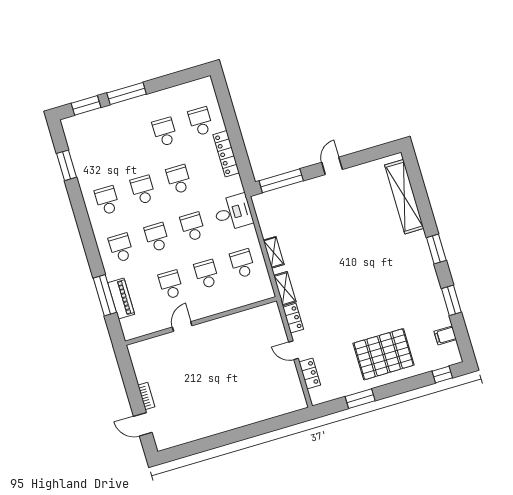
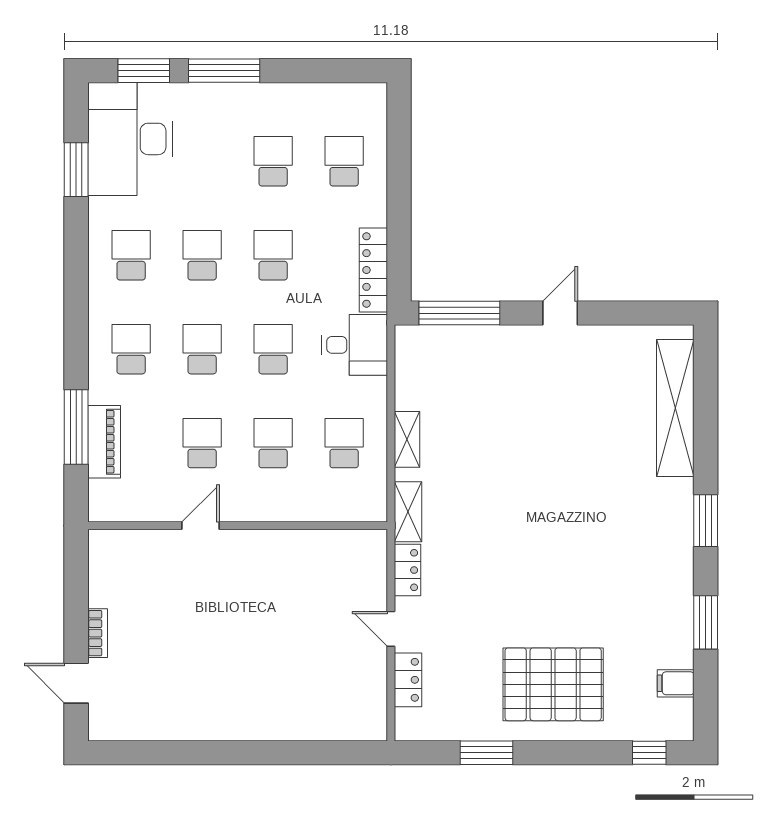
desk: (89, 142) -> (130, 139), added
locker: (226, 154) -> (373, 270), moved

